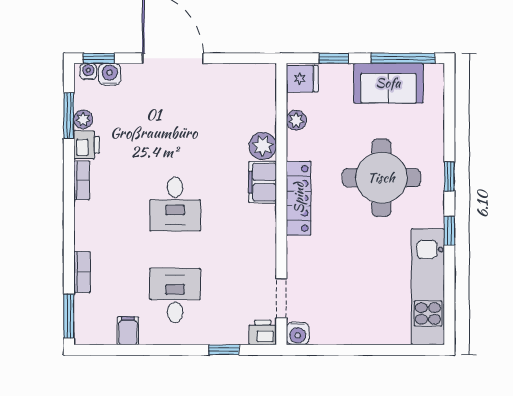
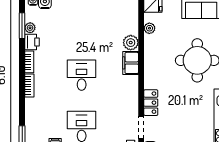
locker: (299, 198) -> (151, 103), moved, width x0.66
desk: (175, 204) -> (82, 75), turned 180
bookcase: (82, 272) -> (29, 86), moved

